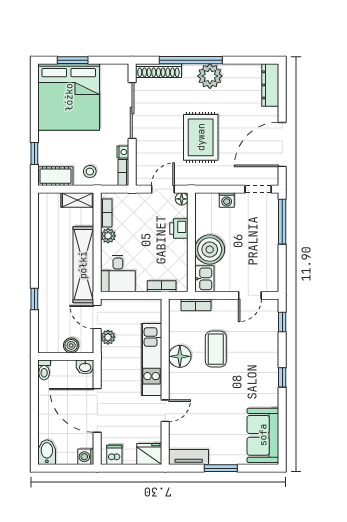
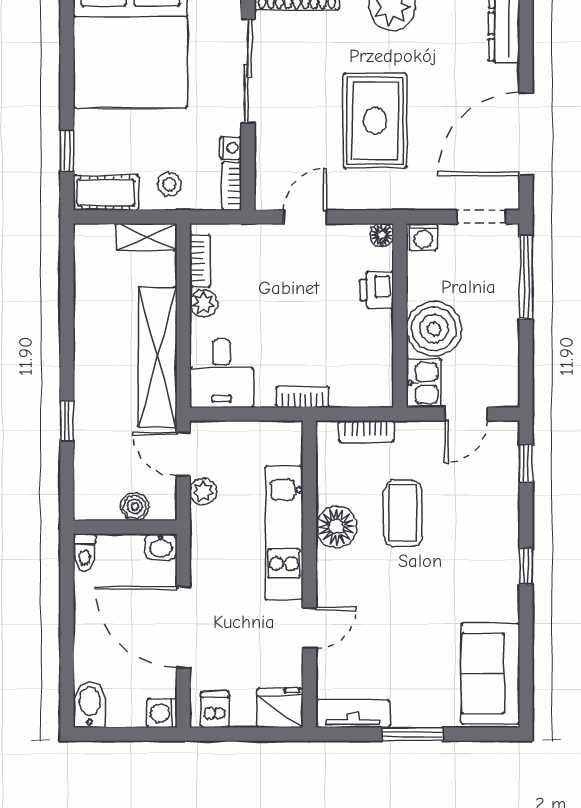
floor lamp: (182, 199) -> (382, 235), moved
printer: (179, 229) -> (377, 290), moved
wall: (191, 242) -> (400, 315), moved
boiler: (210, 250) -> (434, 329), moved
kitchen sink: (204, 279) -> (424, 383), moved

